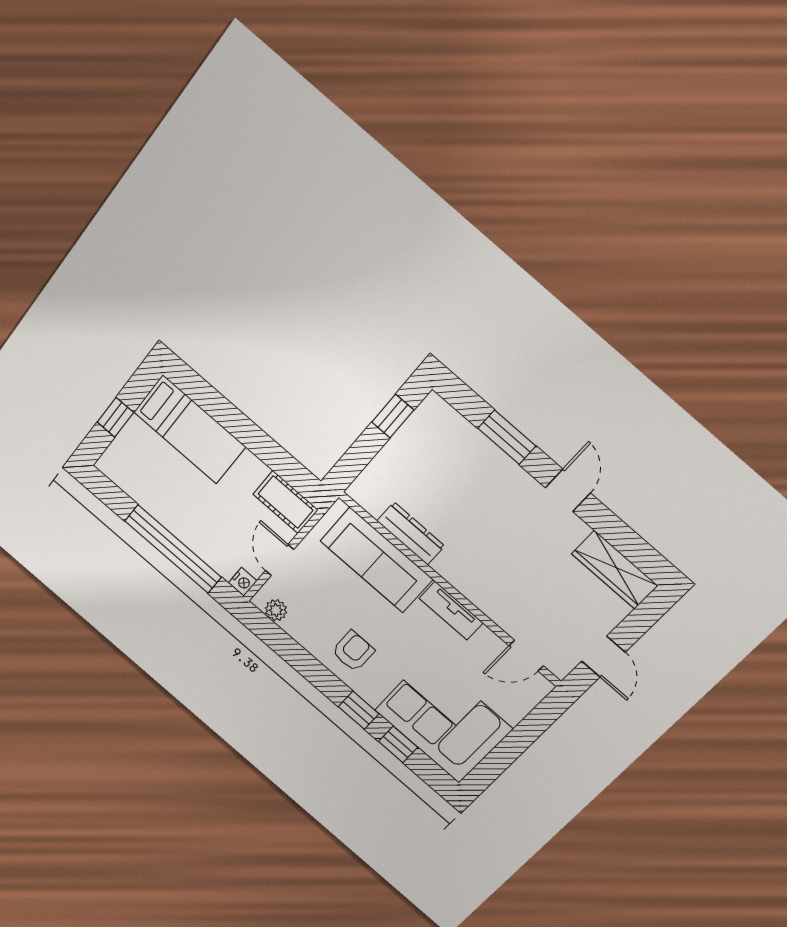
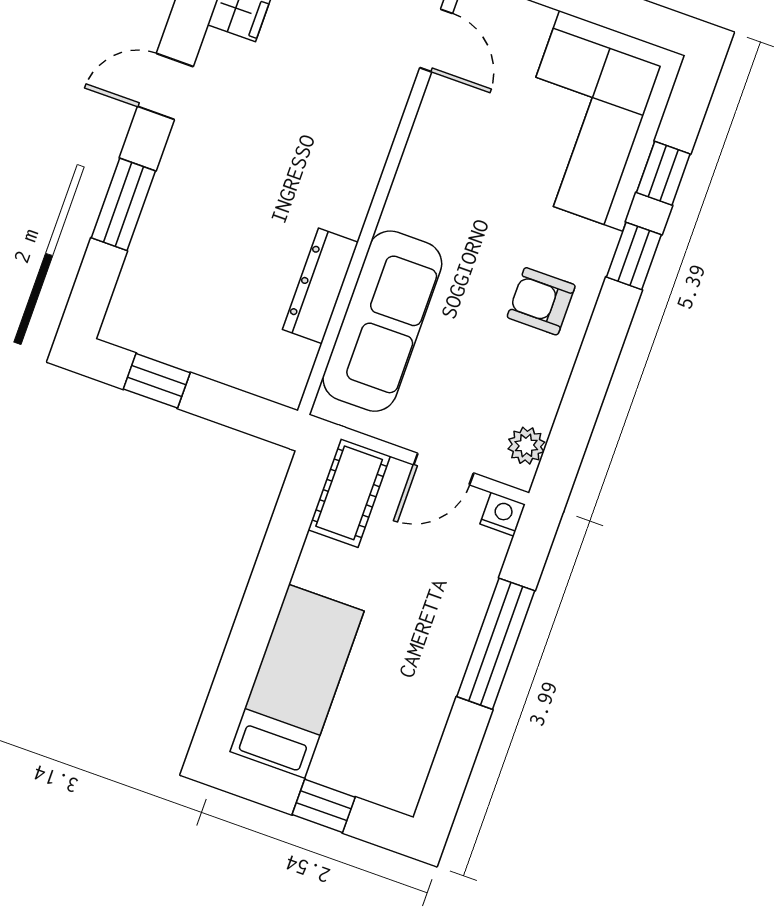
window: (173, 549) -> (496, 644), width x0.68
tv unit: (451, 611) -> (414, 179), removed

